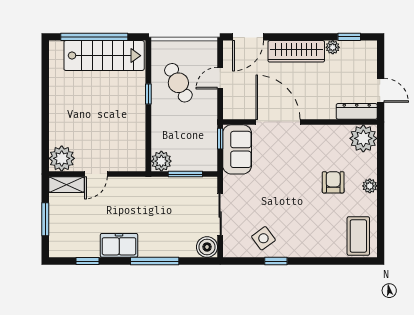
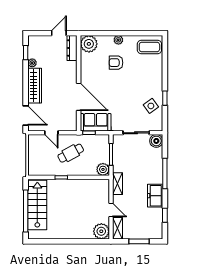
cafe table: (178, 83) -> (71, 153), moved
door: (278, 122) -> (79, 97), swing flipped
shelving: (138, 185) -> (118, 184), added

